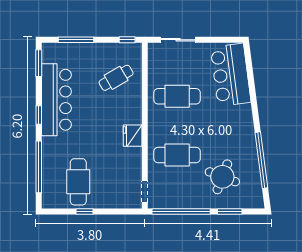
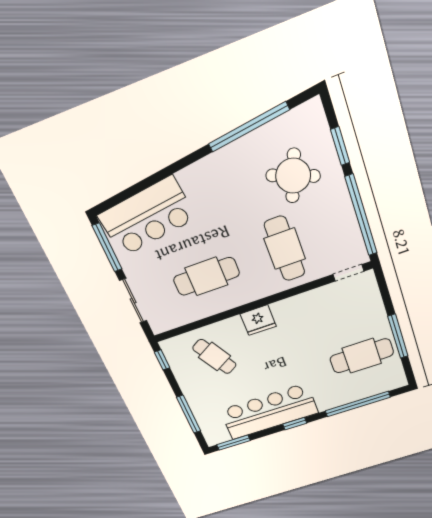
window: (221, 40) -> (107, 247), added
cafe table: (177, 96) -> (206, 276), turned 90
fridge: (133, 136) -> (258, 320), moved
window: (85, 212) -> (398, 336), width x2.17

